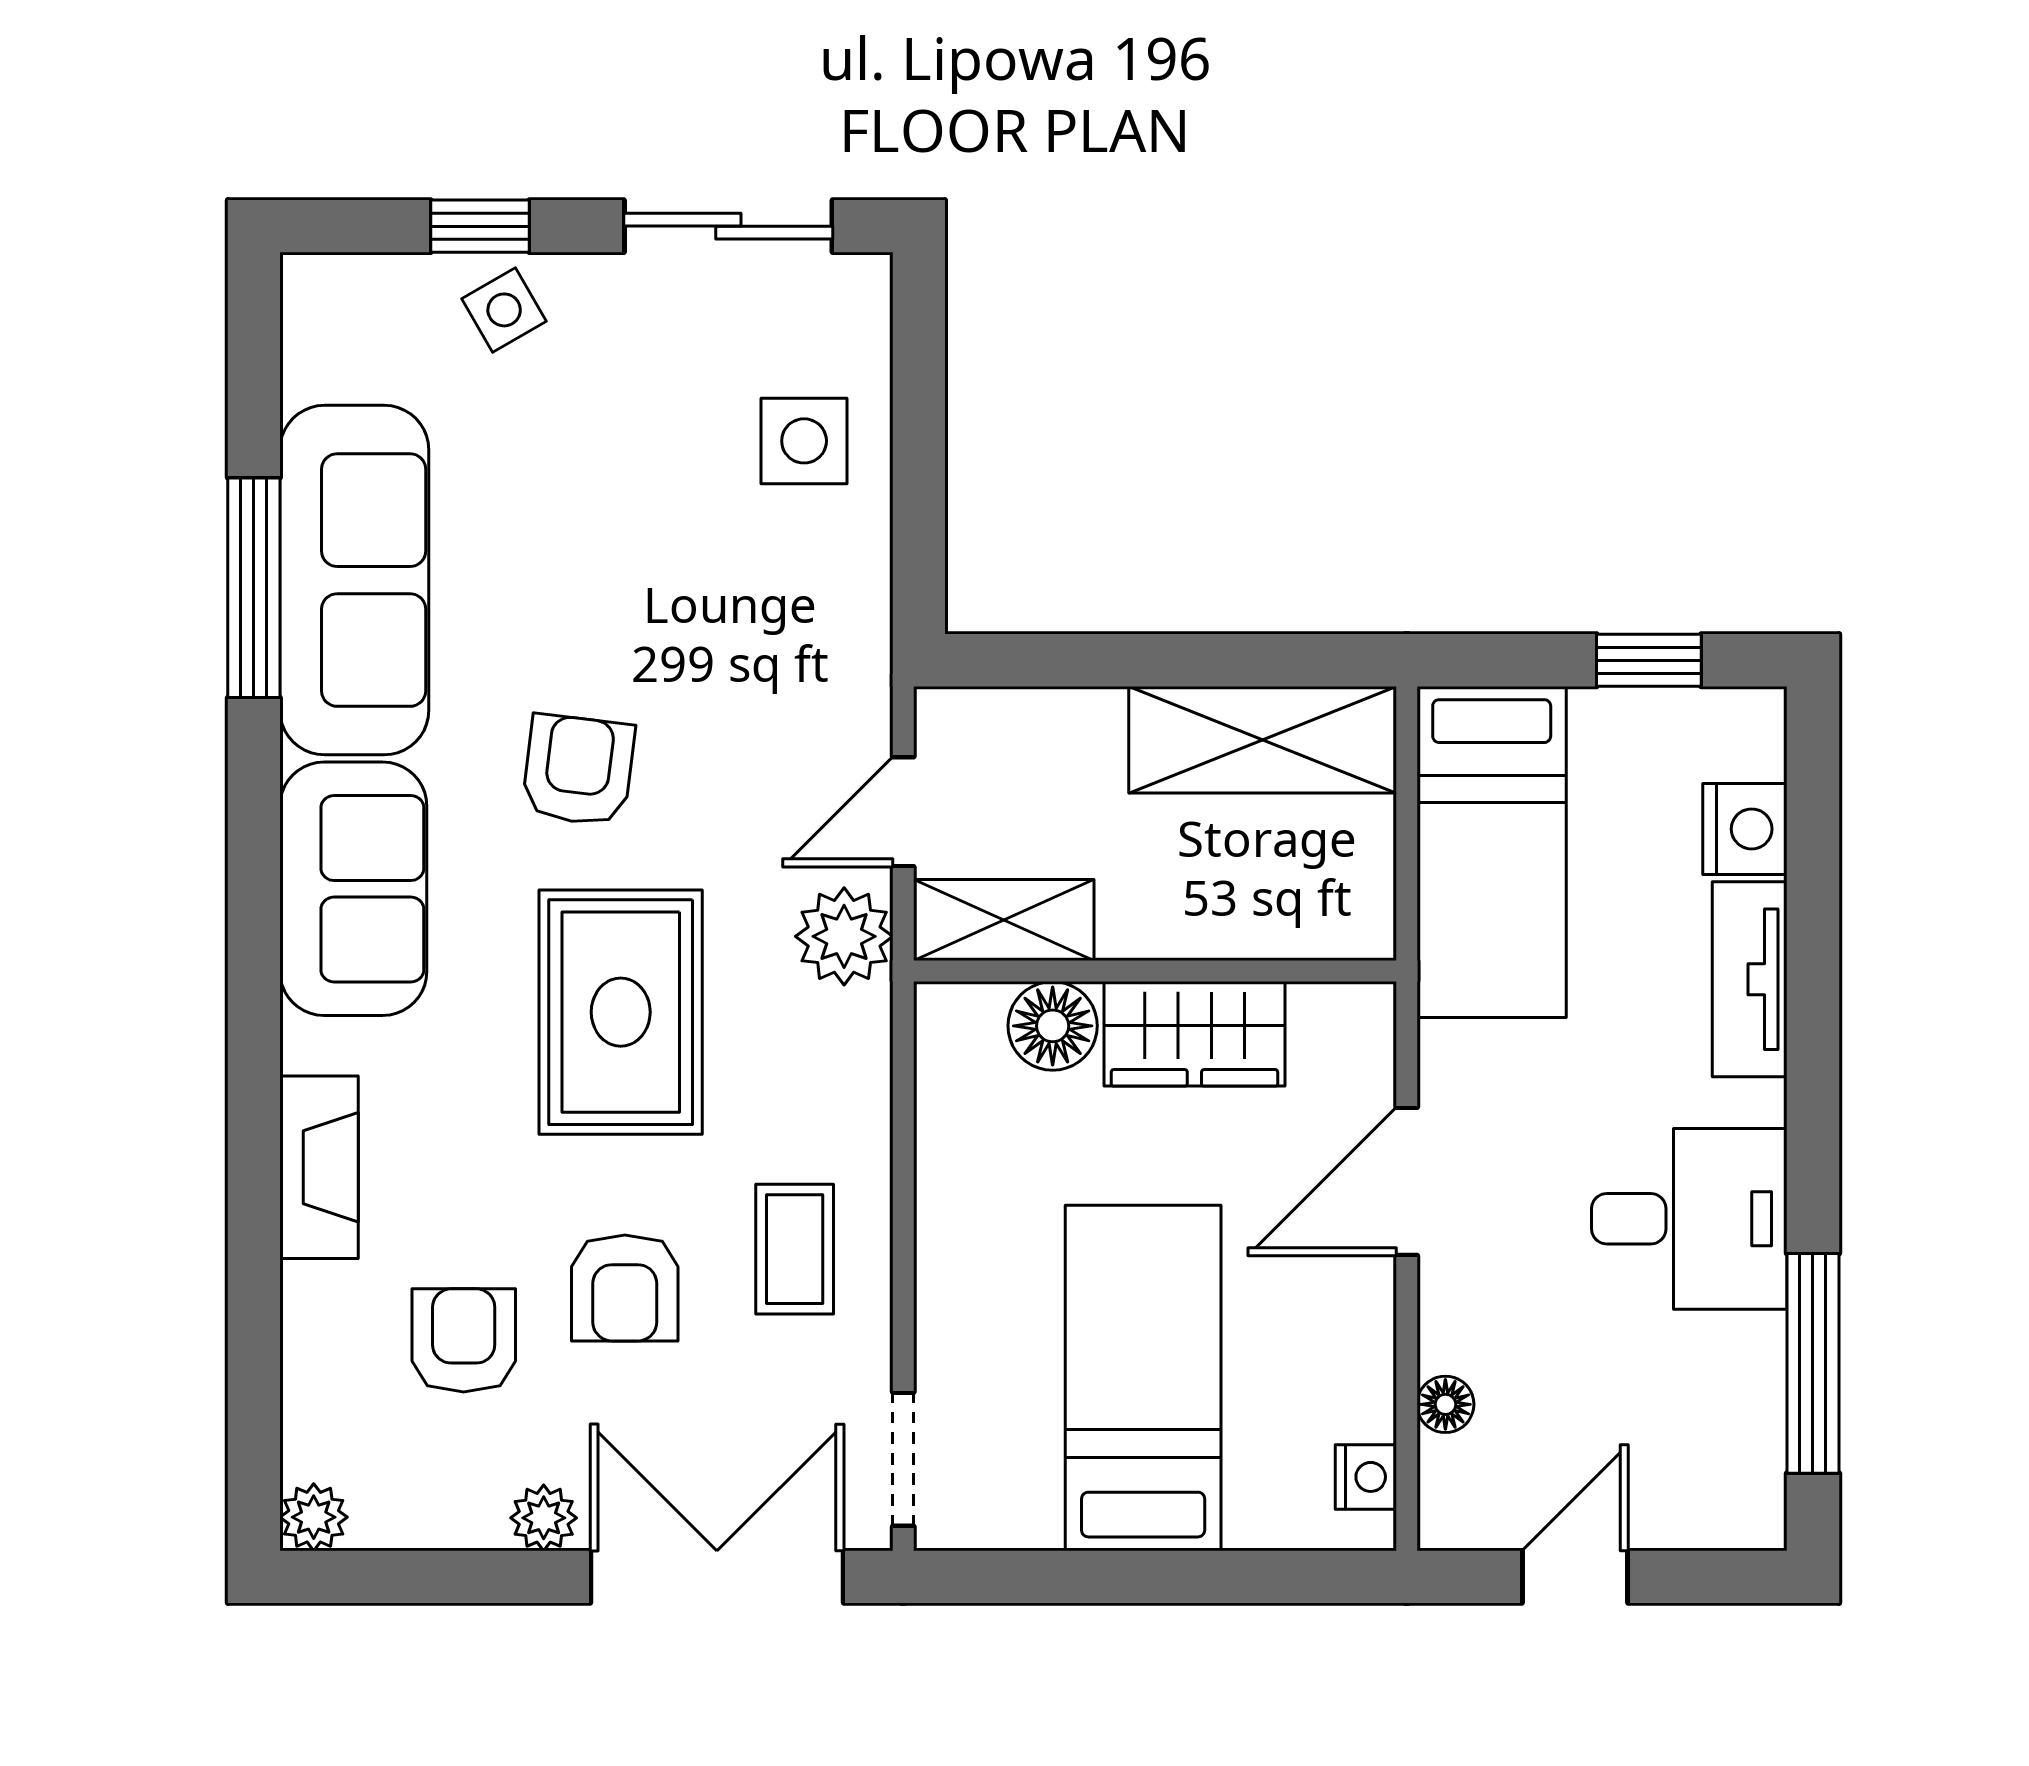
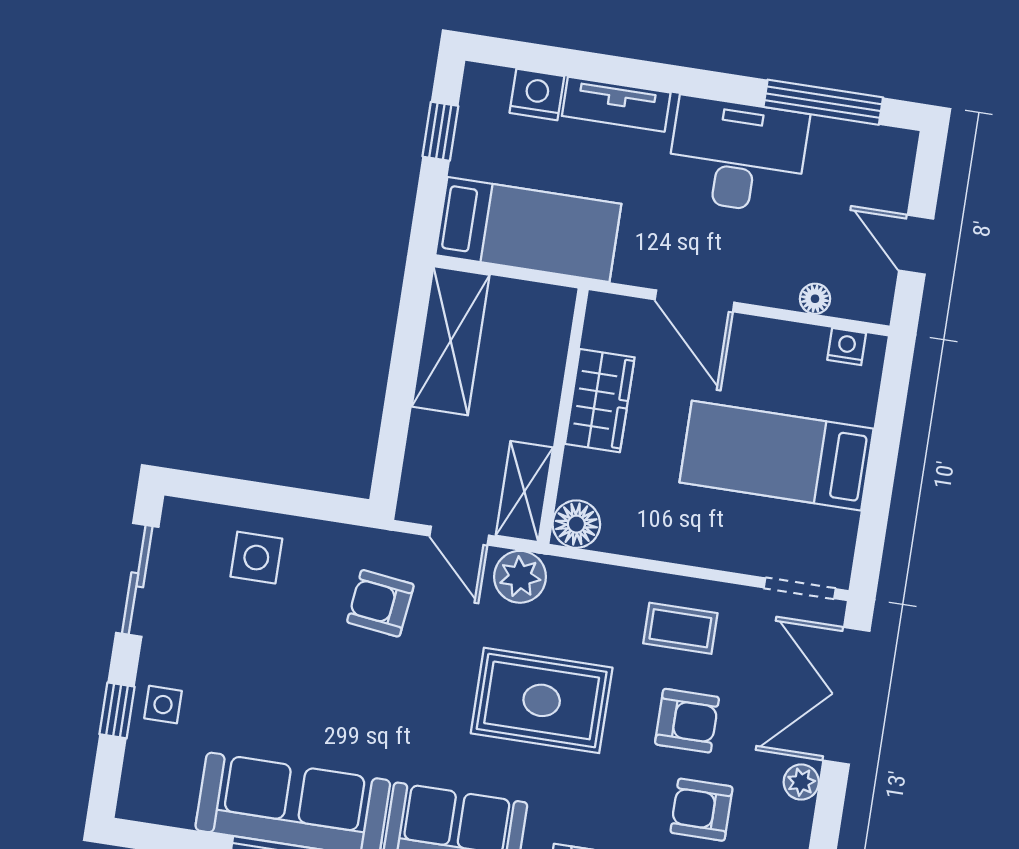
side table: (504, 310) -> (163, 705), turned 30
armchair: (578, 770) -> (380, 603), moved
floor lamp: (1053, 1026) -> (576, 524), moved
desk: (1689, 1219) -> (737, 155), width x1.37

